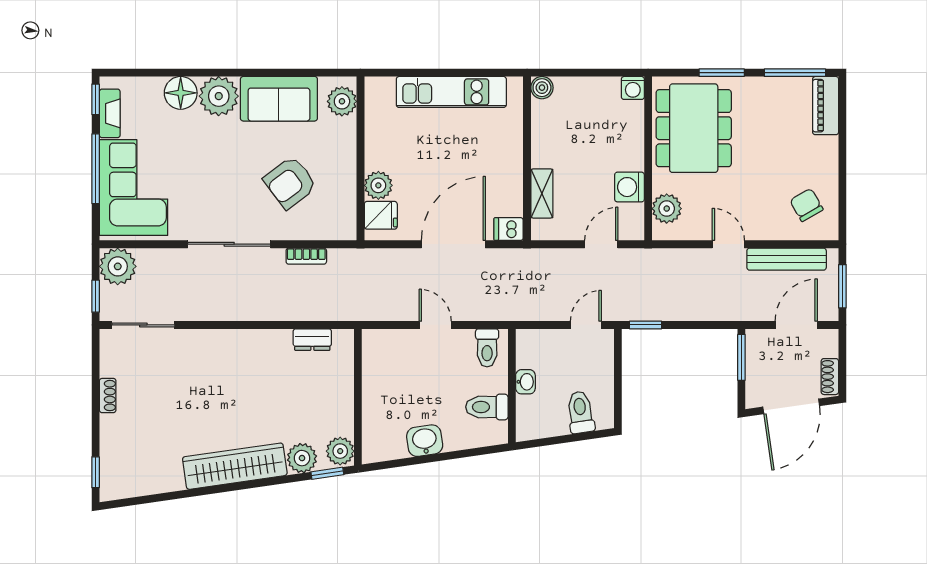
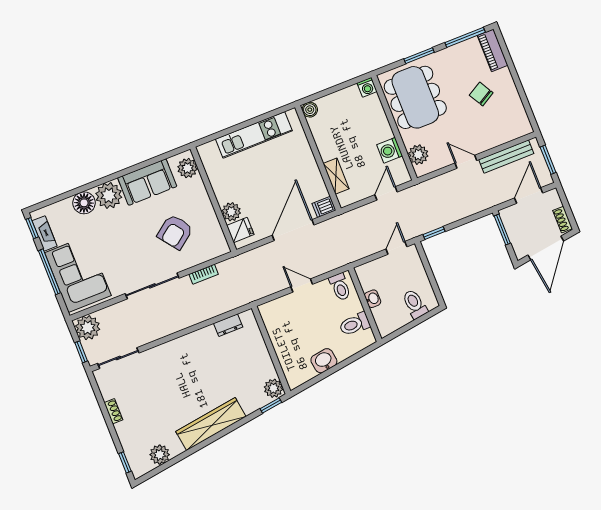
chair: (806, 205) -> (481, 94), moved
plant: (302, 458) -> (160, 455), moved

